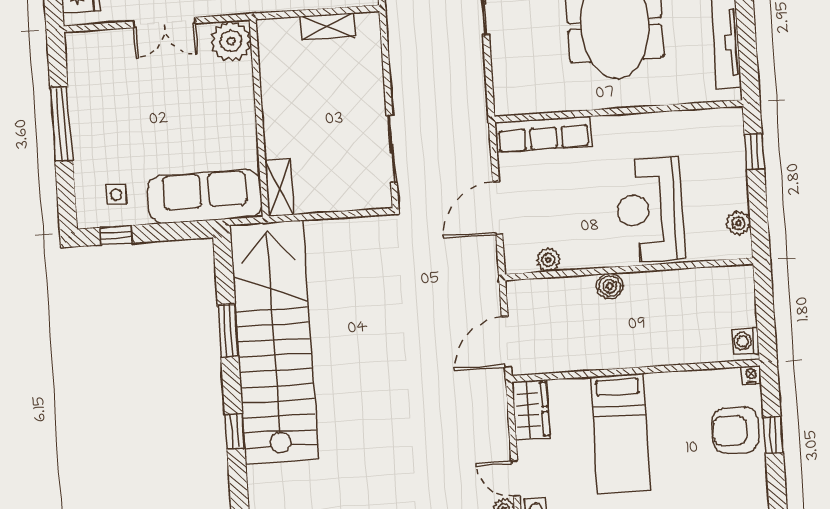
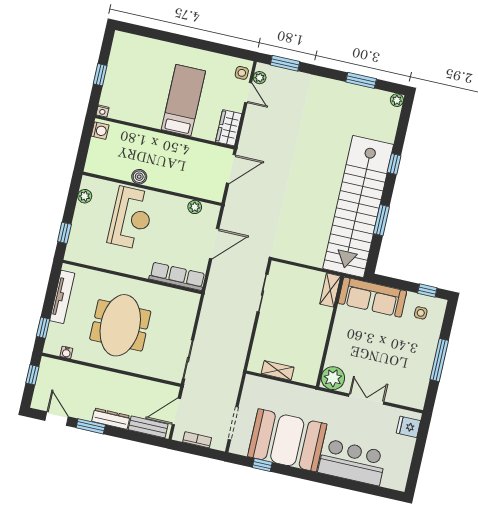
boiler: (610, 286) -> (139, 177), moved
armchair: (735, 430) -> (120, 83), removed

